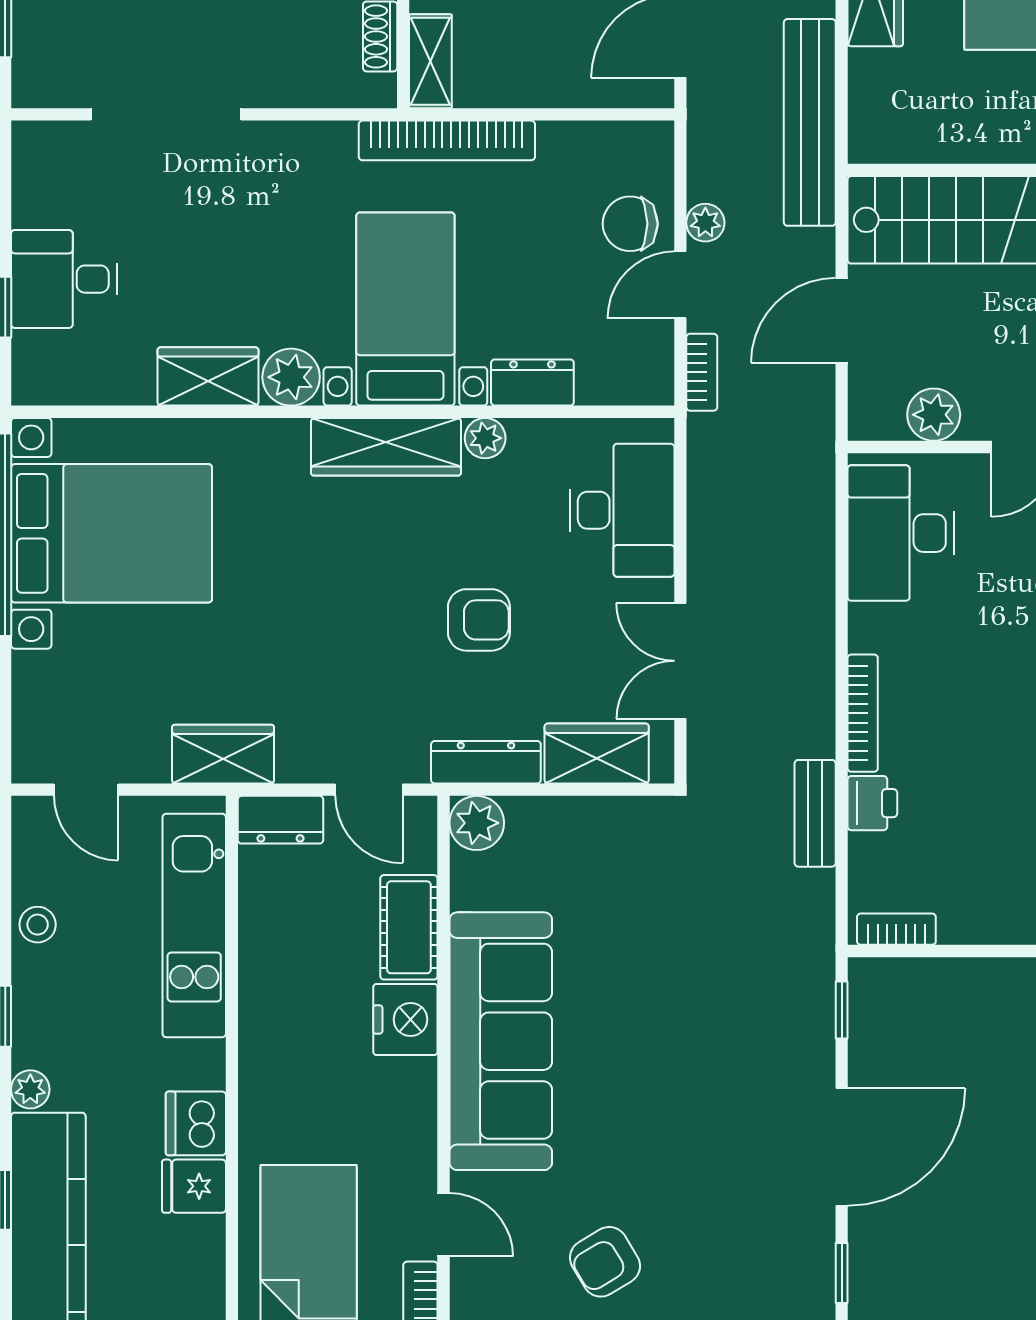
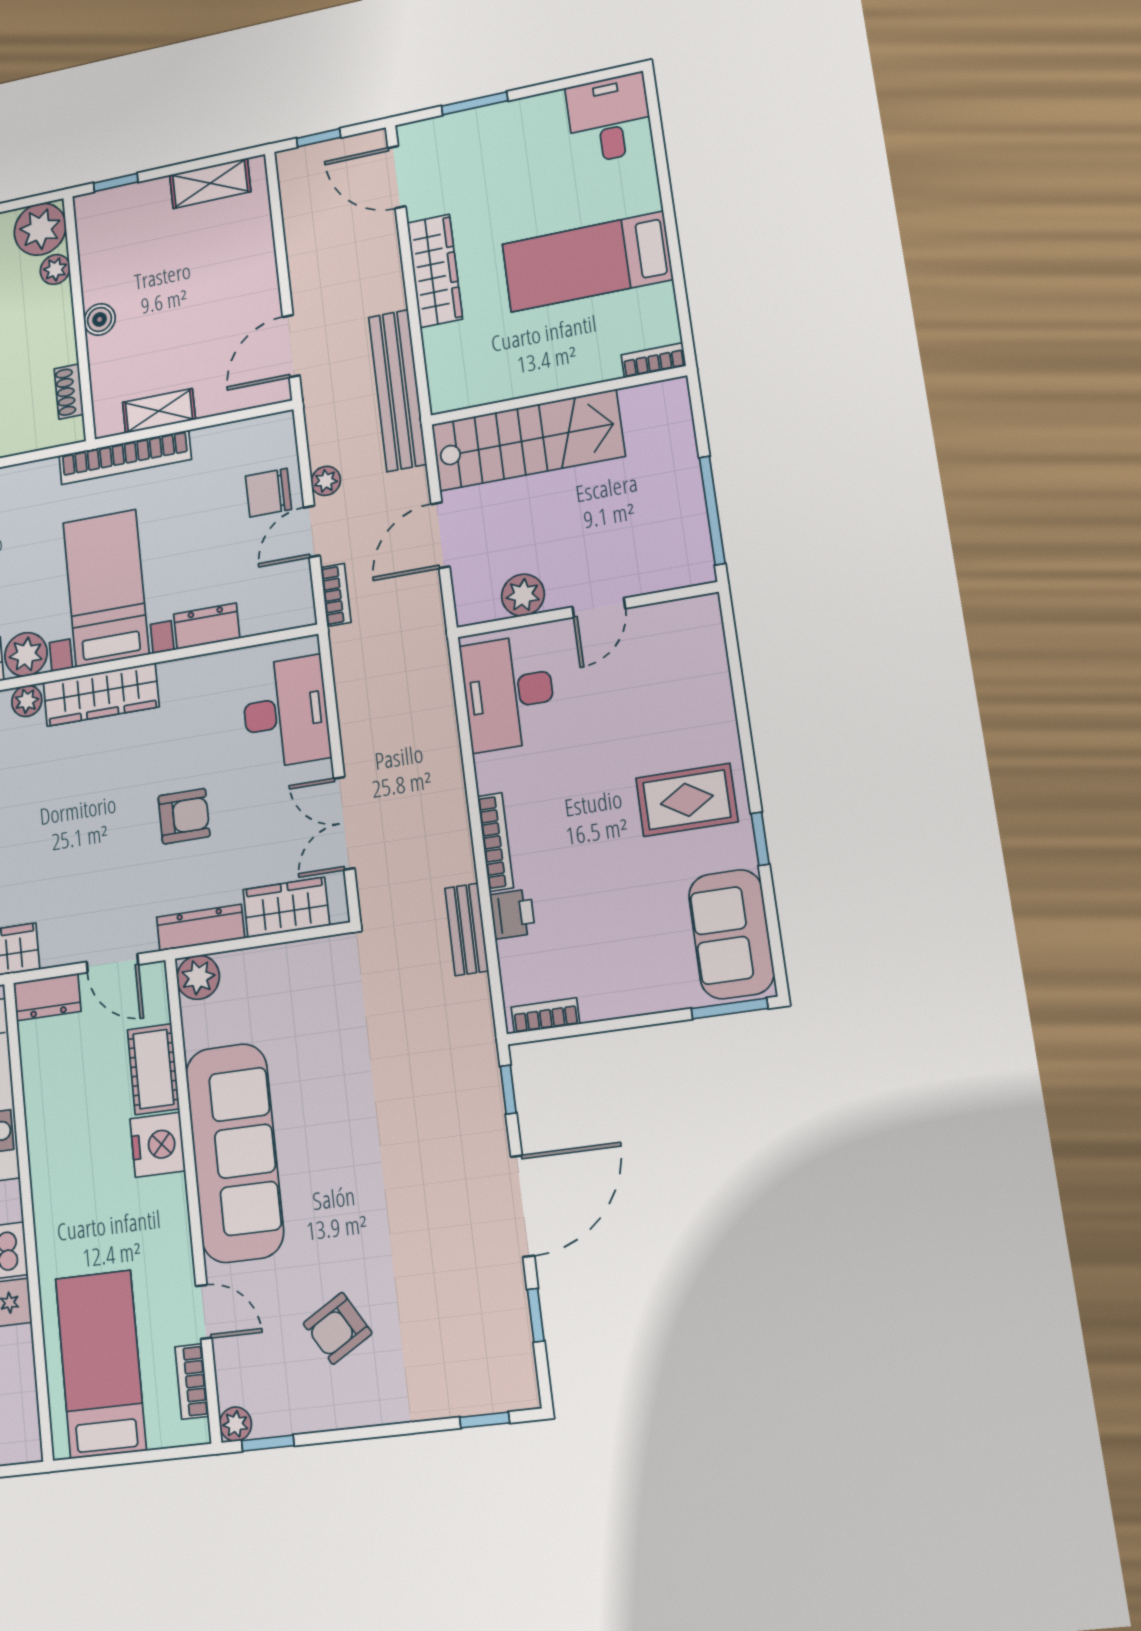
shelving: (430, 61) -> (159, 411), moved, turned 90
plant: (485, 438) -> (27, 701), moved

